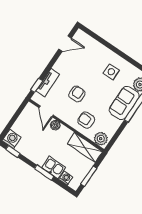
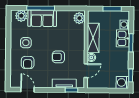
armchair: (86, 120) -> (28, 62), moved
shelving: (85, 148) -> (93, 38), moved

